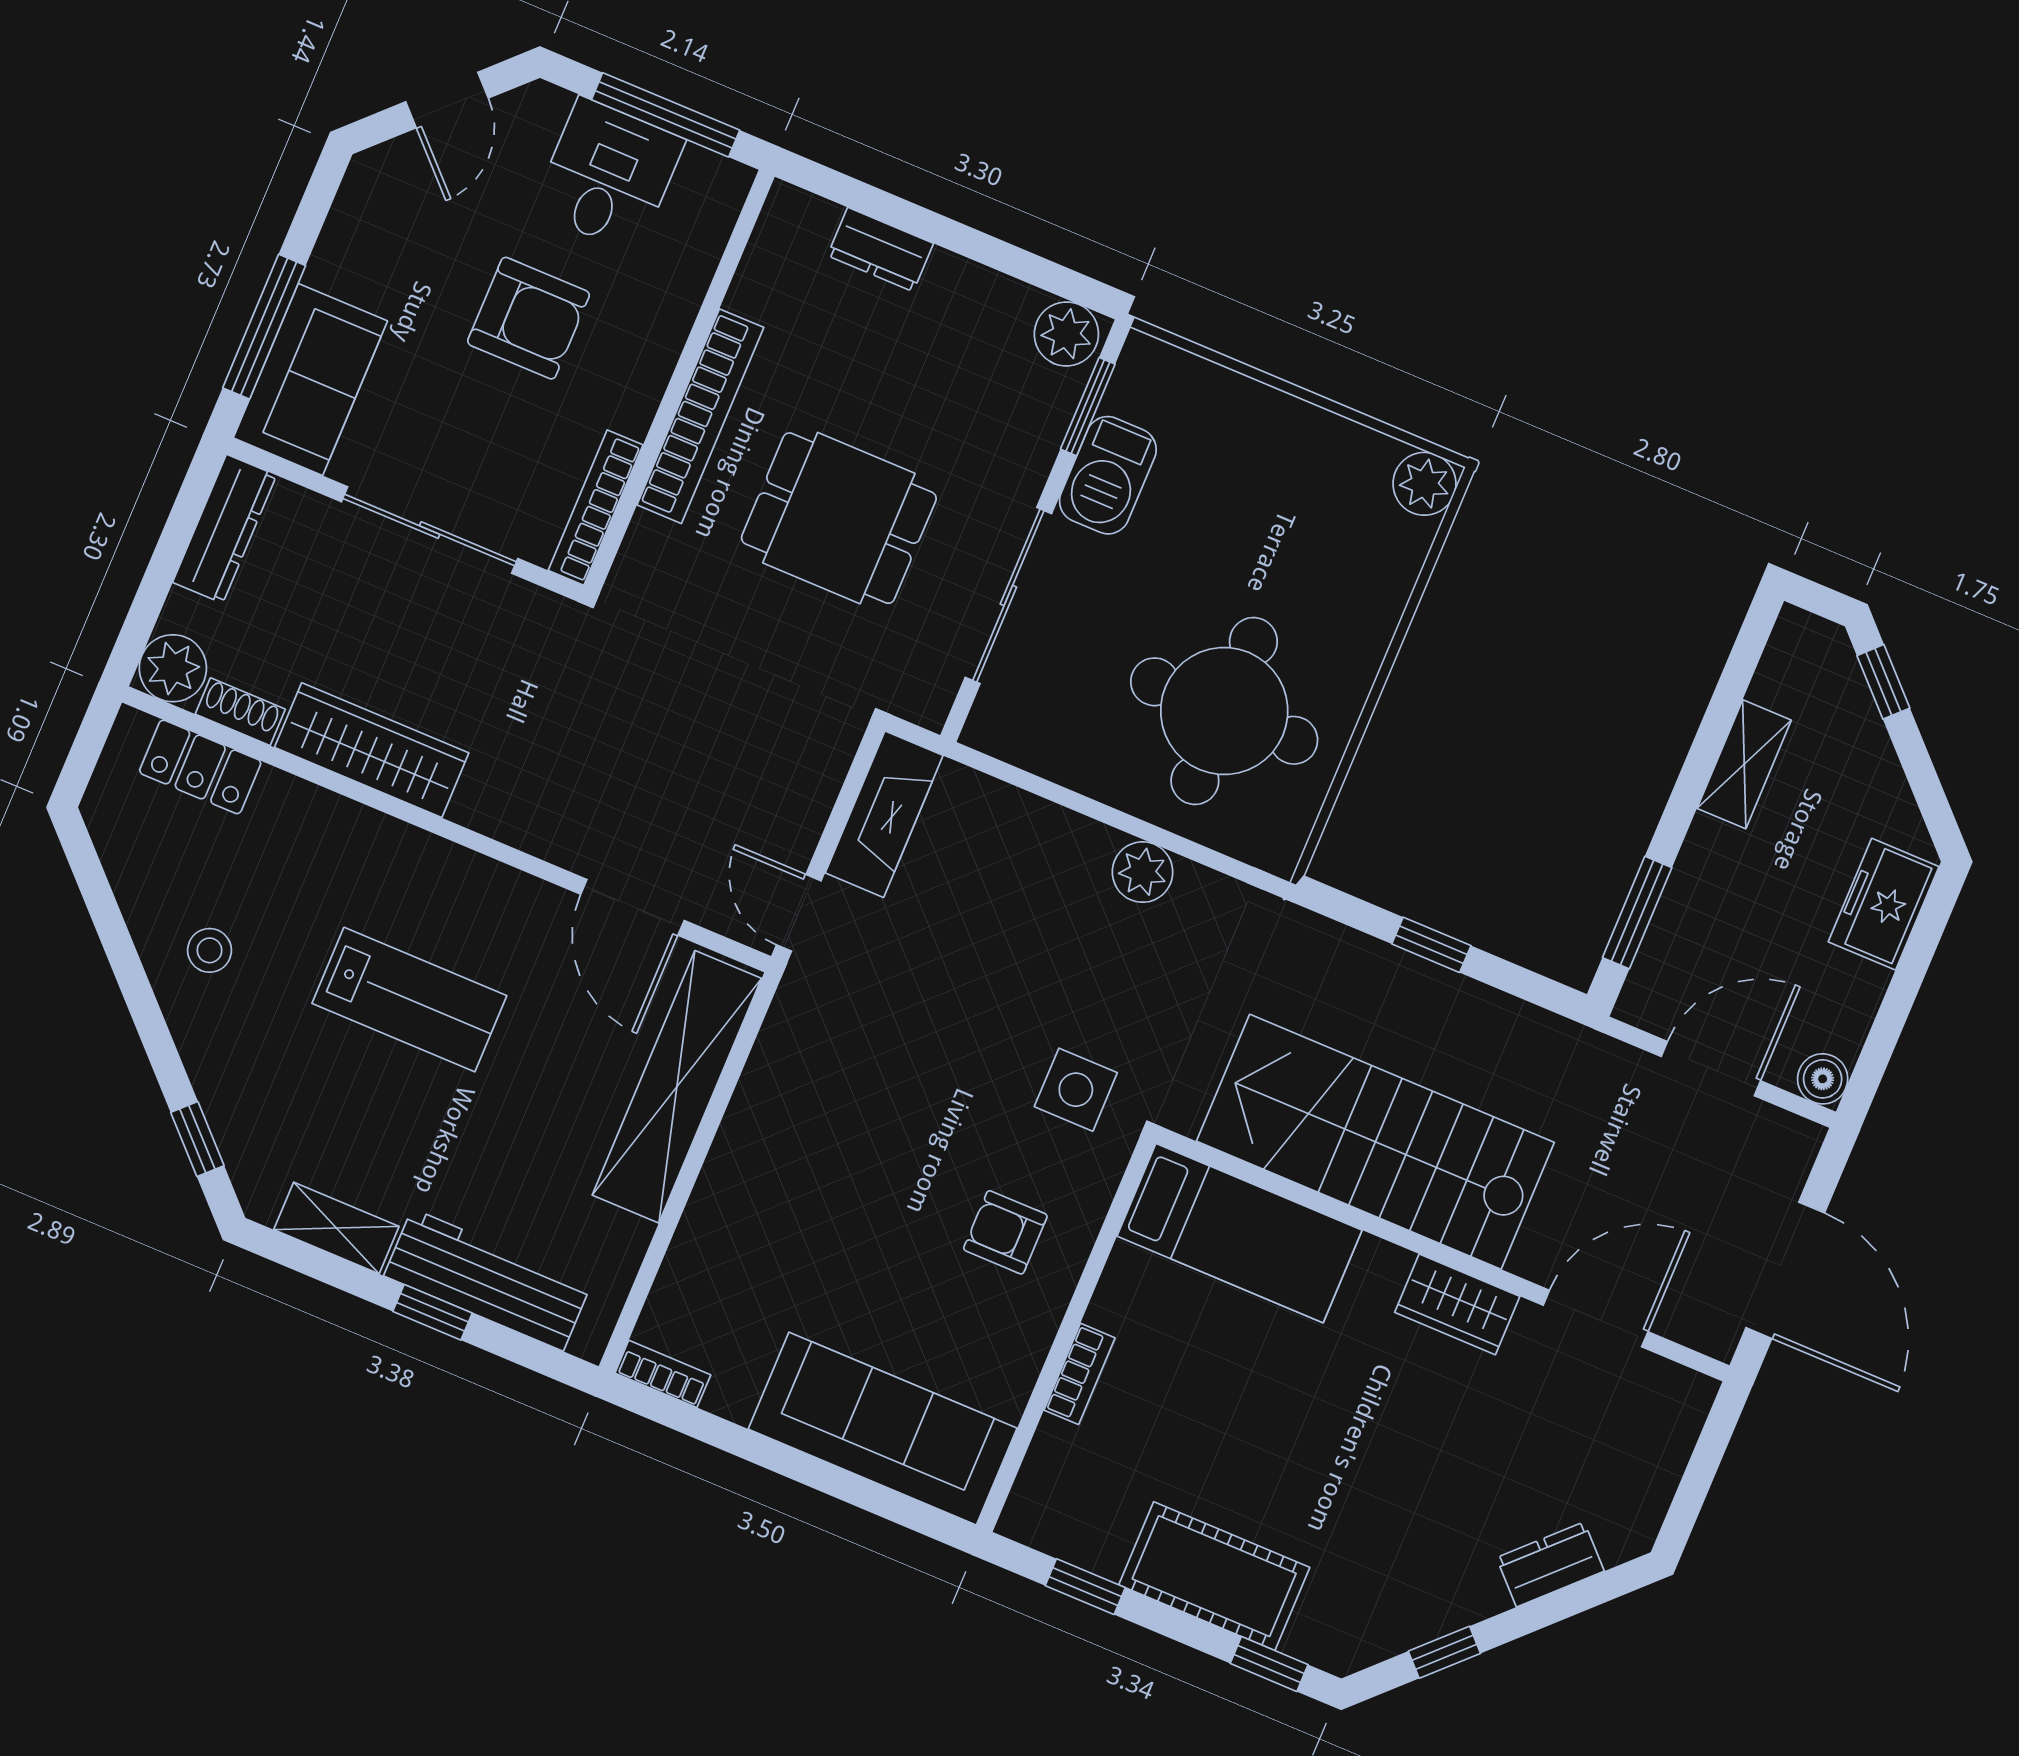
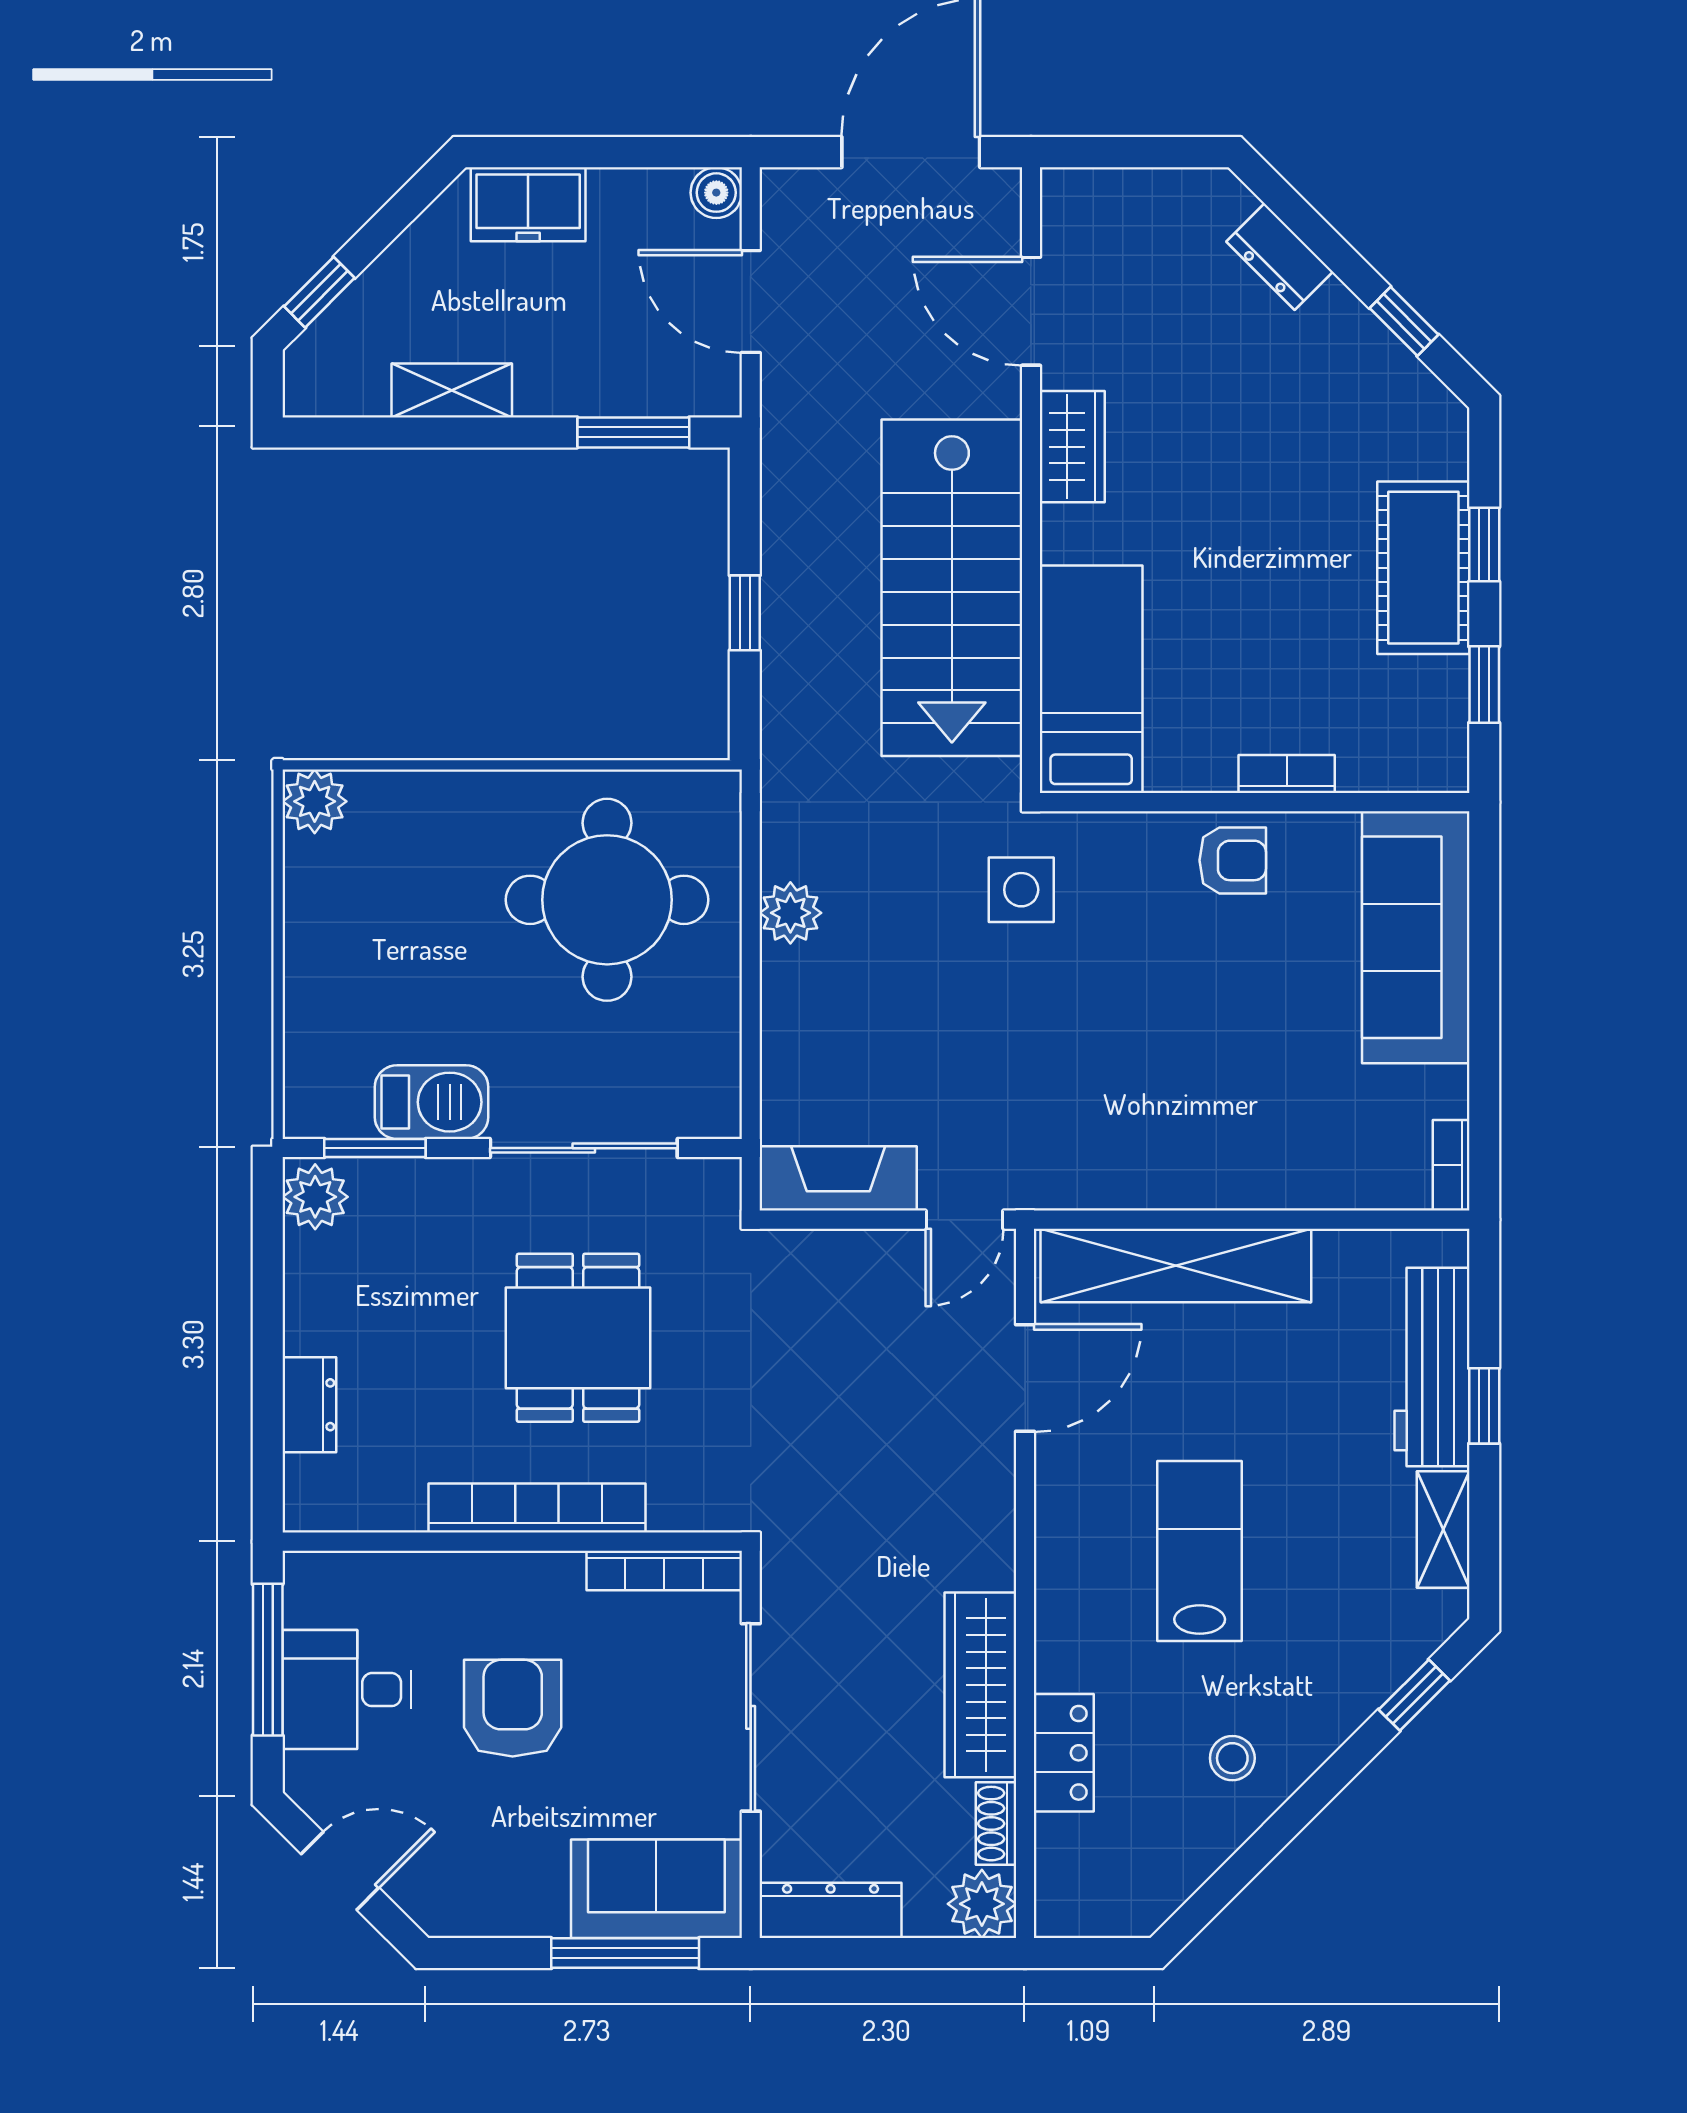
locker: (200, 767) -> (1064, 1753), moved
armchair: (1005, 1232) -> (1233, 860), moved, turned -90
window: (1269, 1664) -> (1484, 544), moved

